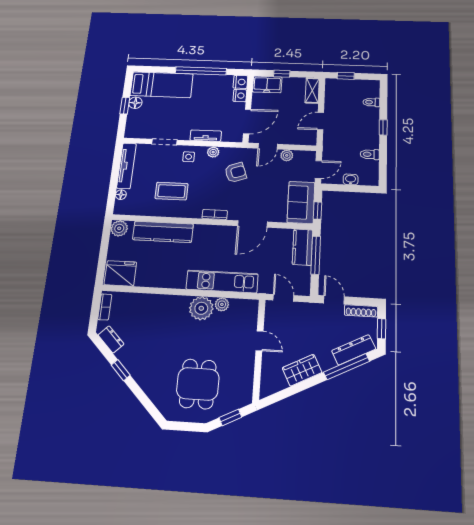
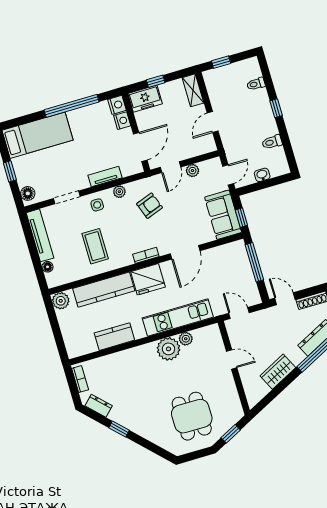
floor lamp: (135, 103) -> (28, 193), moved
coffee table: (172, 191) -> (95, 246), turned 90
kitchen counter: (303, 247) -> (114, 337), moved, turned 90
fridge: (120, 273) -> (148, 279), moved, turned 180

